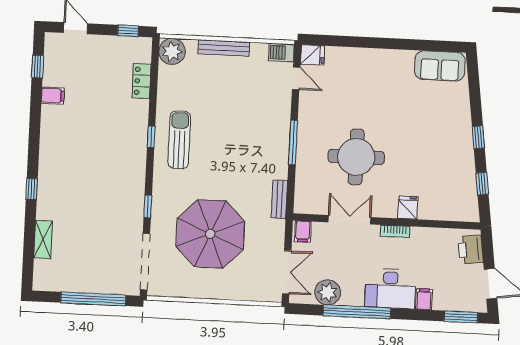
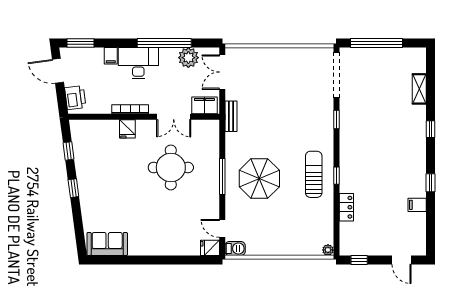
bench: (224, 48) -> (282, 250), removed
plant: (172, 51) -> (328, 250), width x0.53, depth x0.53
window: (38, 66) -> (430, 183), moved
locker: (142, 81) -> (346, 207), moved
sun lounger: (179, 140) -> (314, 174), turned 180
bench: (279, 199) -> (231, 116), moved
bookcase: (395, 231) -> (130, 109), width x1.56
filing cabinet: (303, 232) -> (204, 105), width x2.00
parasol: (210, 234) -> (259, 179), moved, width x0.73, depth x0.73

